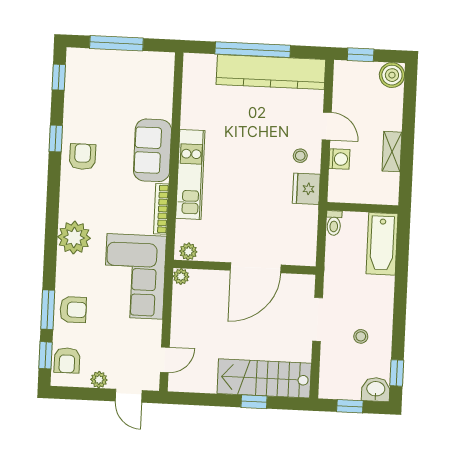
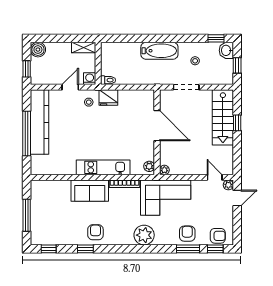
armchair: (83, 157) -> (95, 232), turned 90
wall: (363, 208) -> (98, 63), moved
toilet: (334, 223) -> (108, 80), moved
bathtub: (382, 244) -> (159, 51), moved
plant: (99, 380) -> (228, 185), moved

